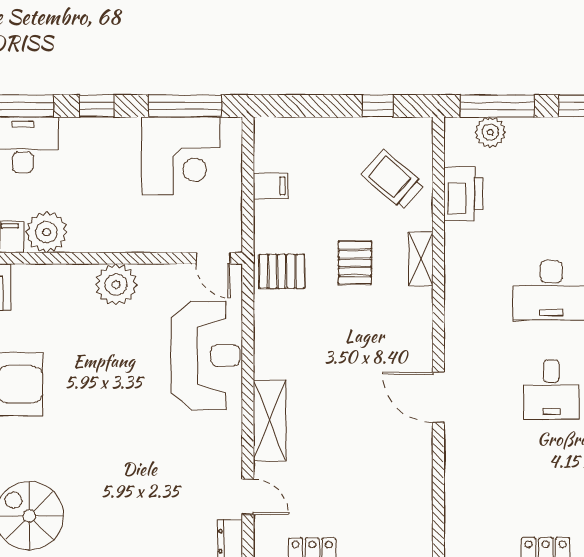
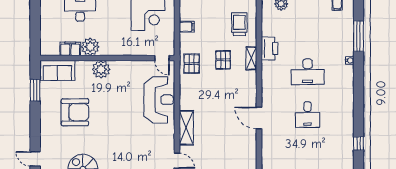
trolley: (393, 179) -> (239, 24), turned 49
printer: (463, 194) -> (270, 49), moved
pallet: (282, 271) -> (192, 64), turned 90
plant: (116, 285) -> (101, 69), moved

